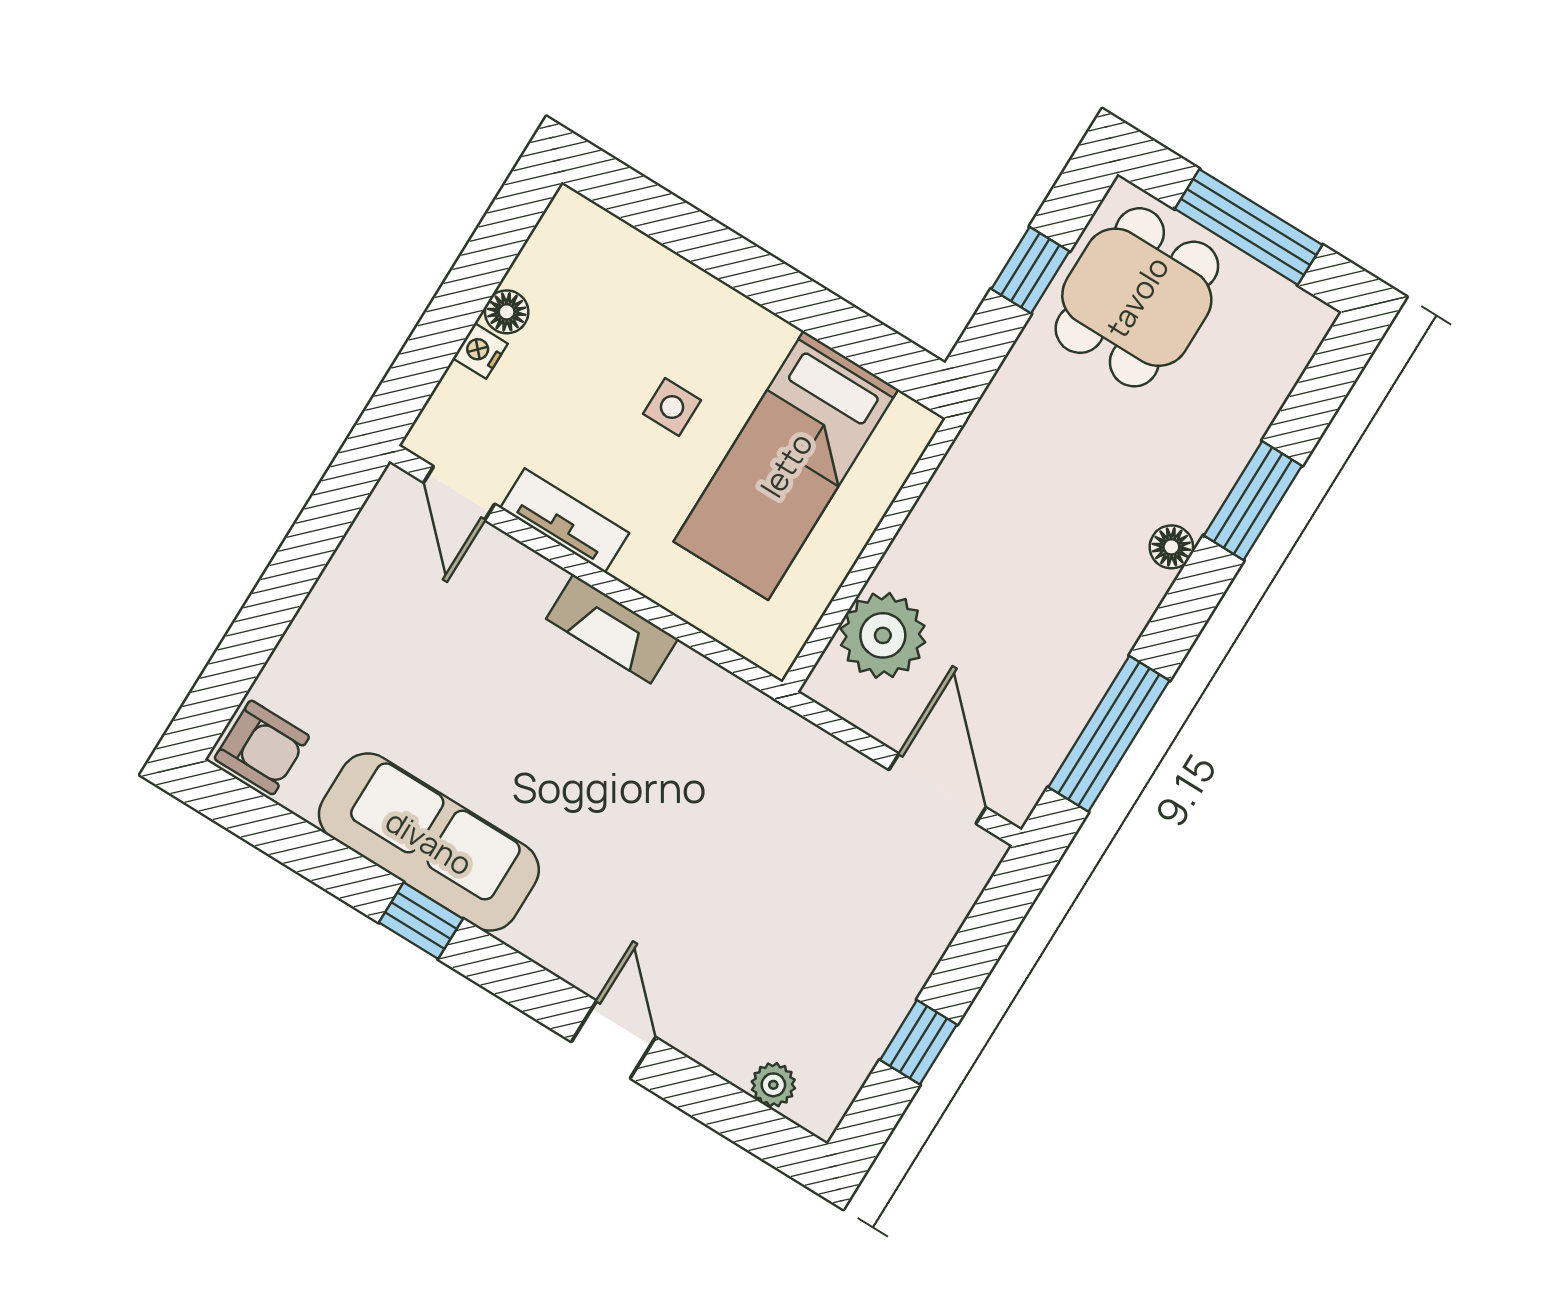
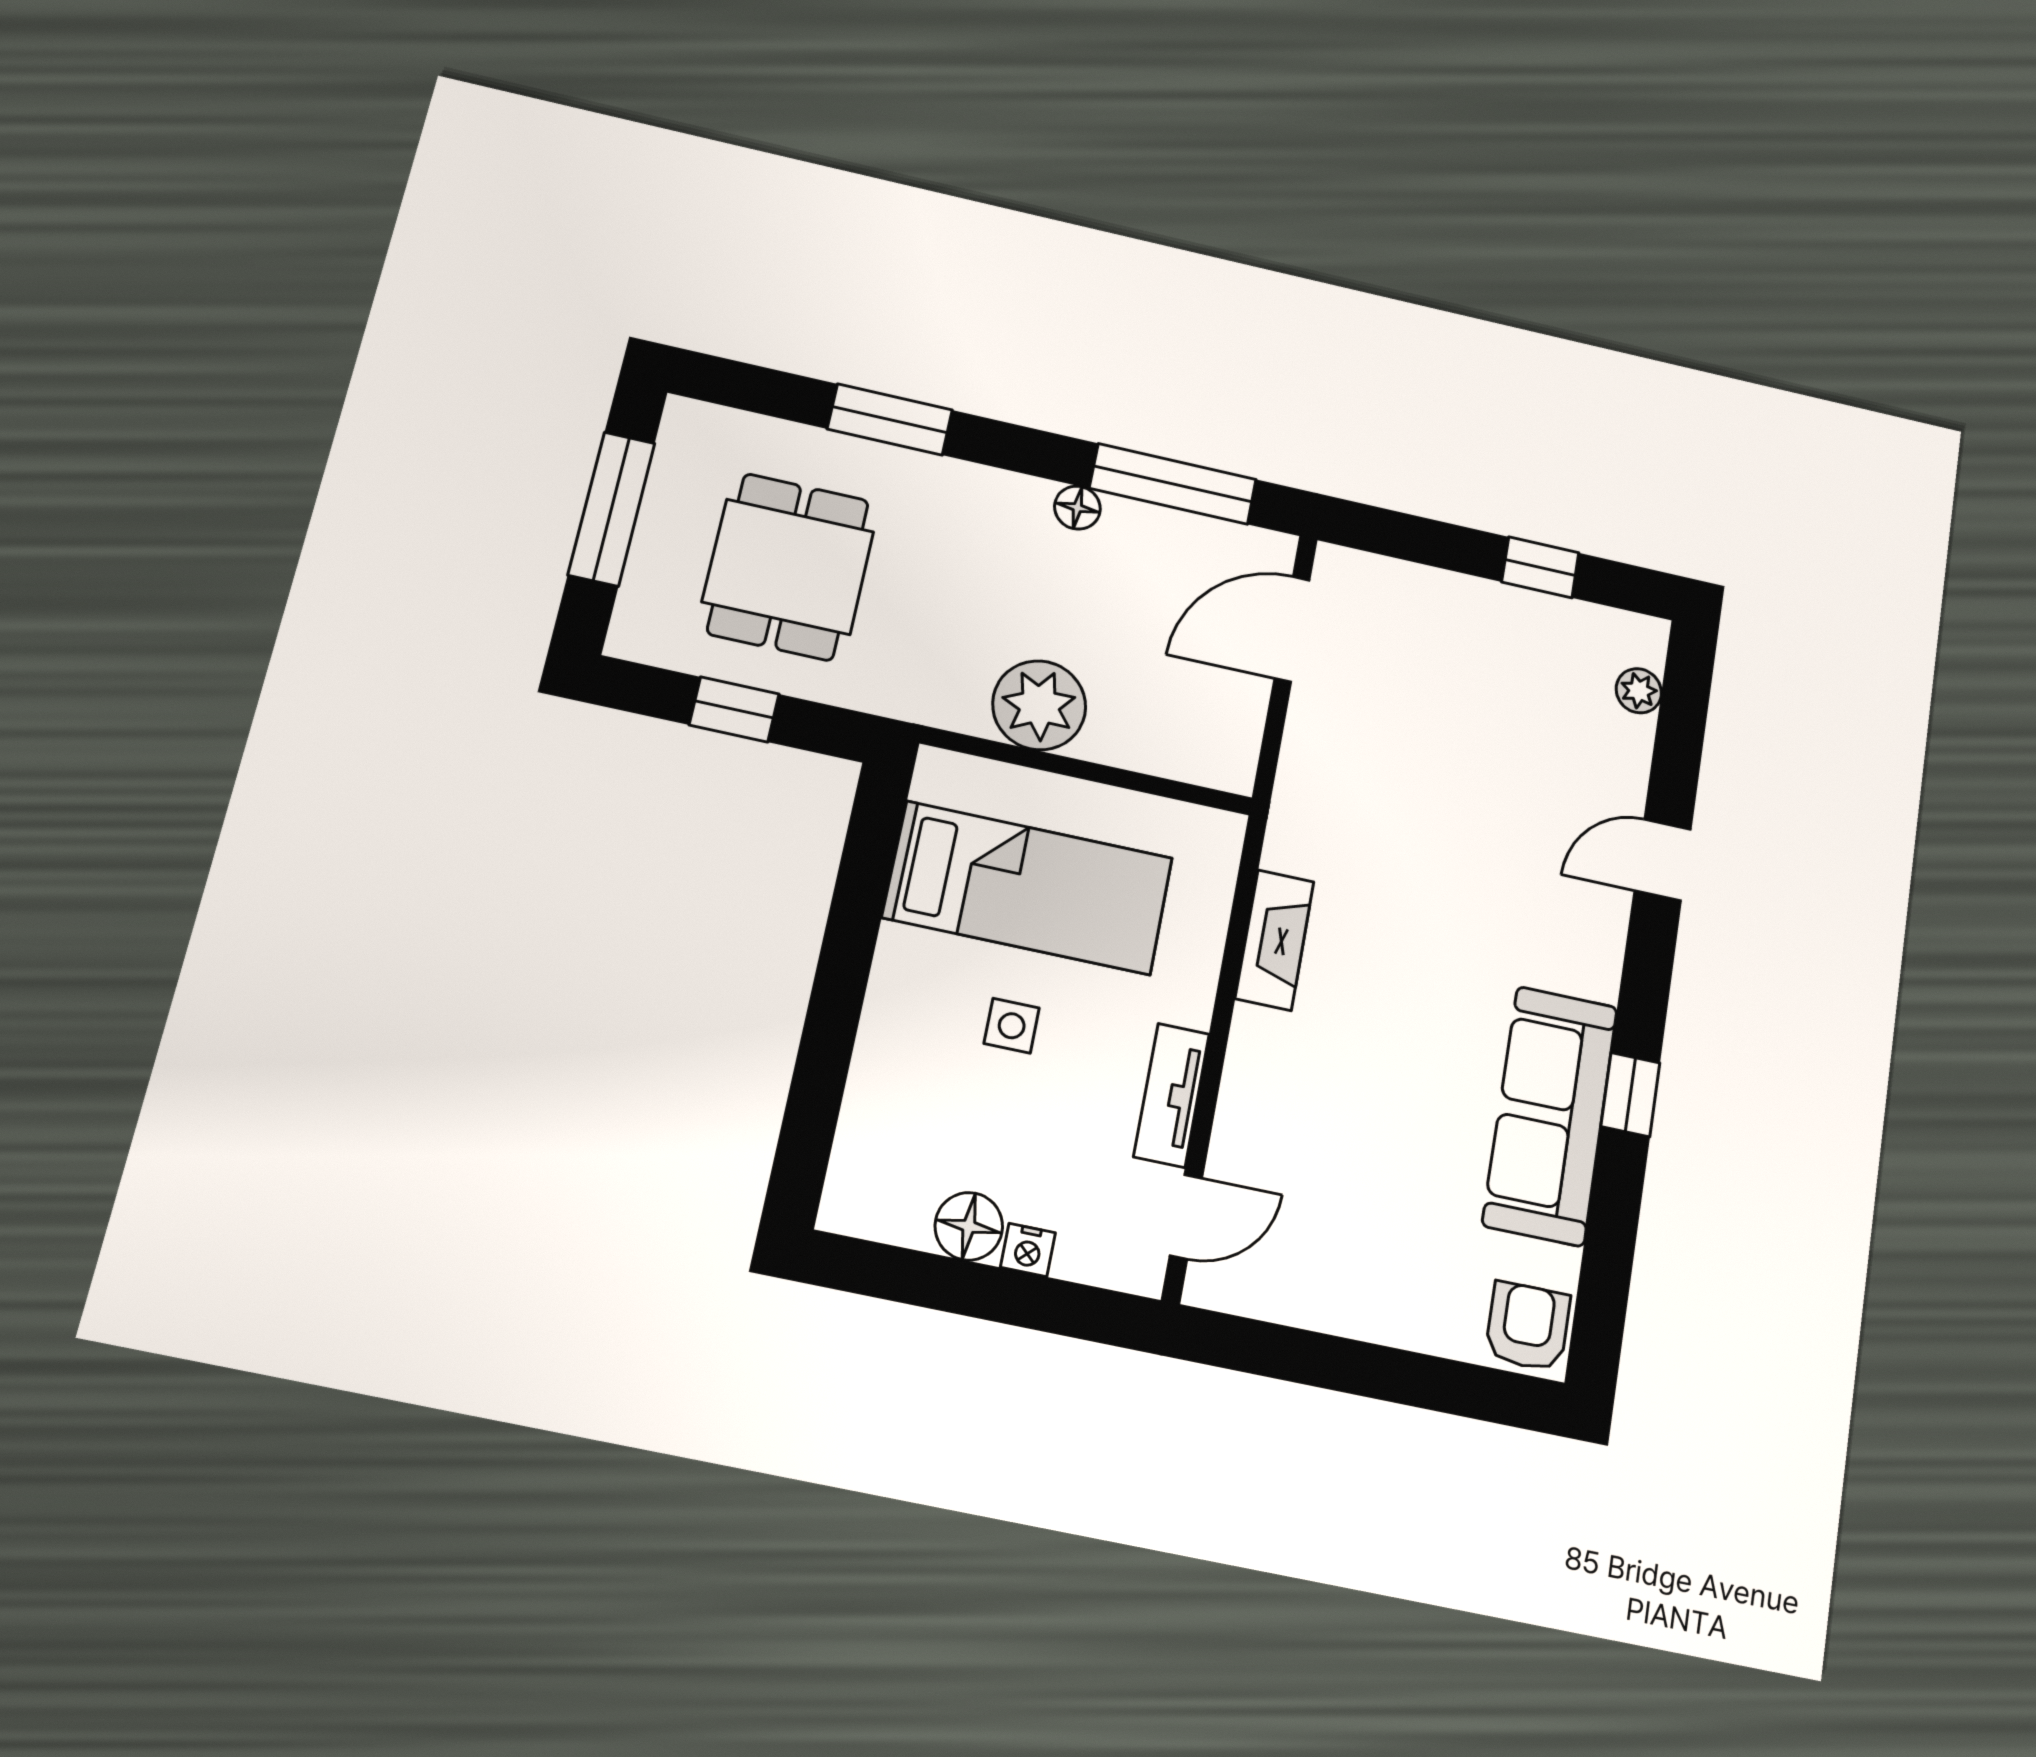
dining table: (1137, 297) -> (788, 567), moved, turned 90
floor lamp: (507, 312) -> (969, 1226), width x1.37, depth x1.37
floor lamp: (1171, 547) -> (1077, 508), moved
fireplace: (612, 629) -> (1275, 940), moved
plant: (883, 635) -> (1039, 705), moved

